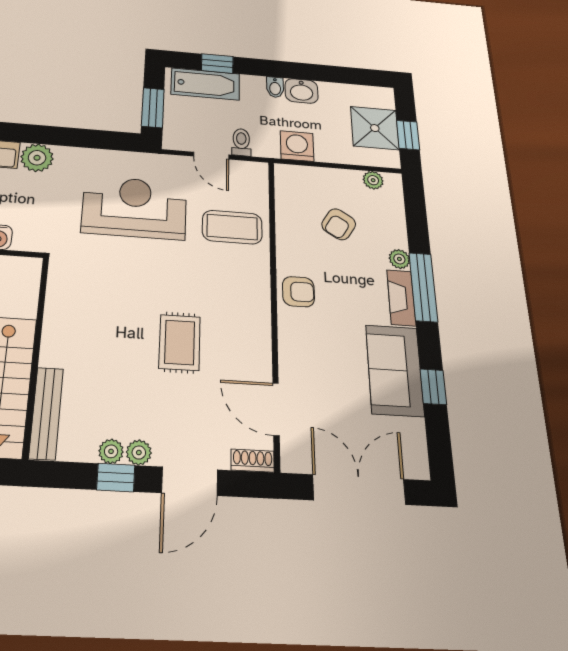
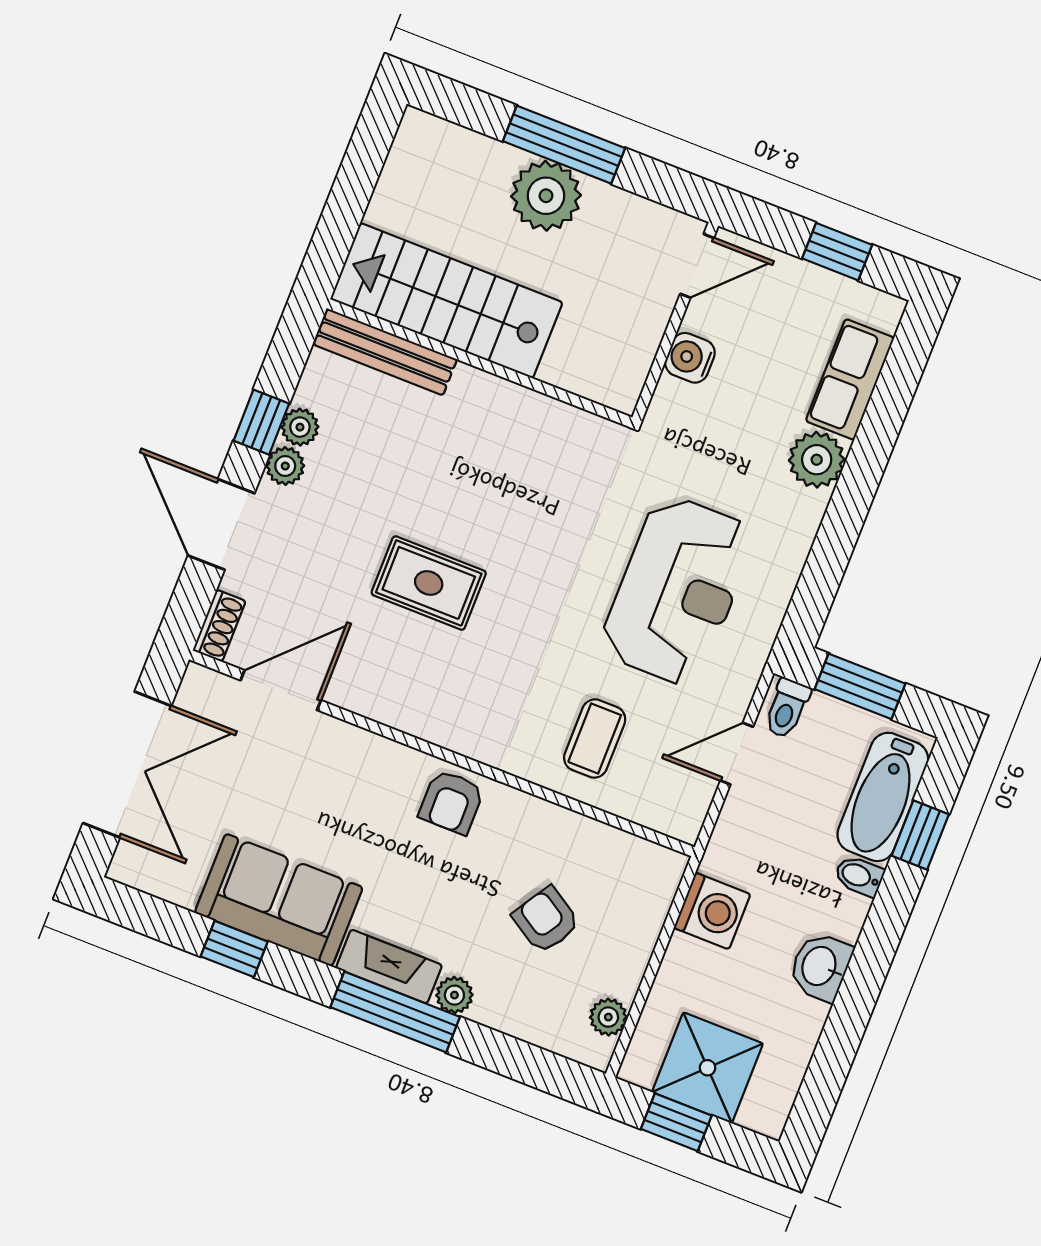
bidet: (275, 87) -> (859, 876), moved
toilet: (241, 142) -> (787, 708), moved, turned 90
coffee table: (232, 227) -> (595, 739), width x0.73, depth x0.77

